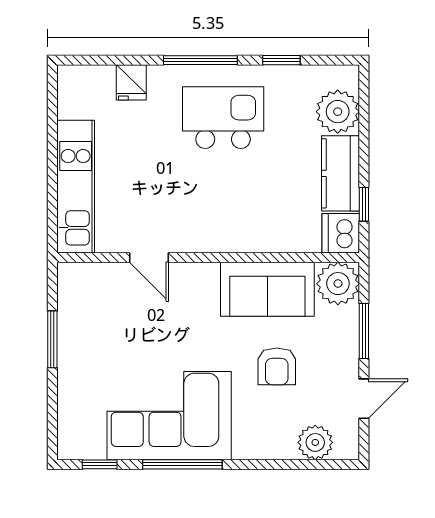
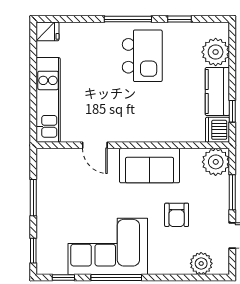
fridge: (131, 82) -> (47, 31), moved, turned -90
kitchen island: (223, 118) -> (142, 56), turned 90
sofa: (267, 289) -> (150, 166), moved
window: (52, 422) -> (33, 251), added

